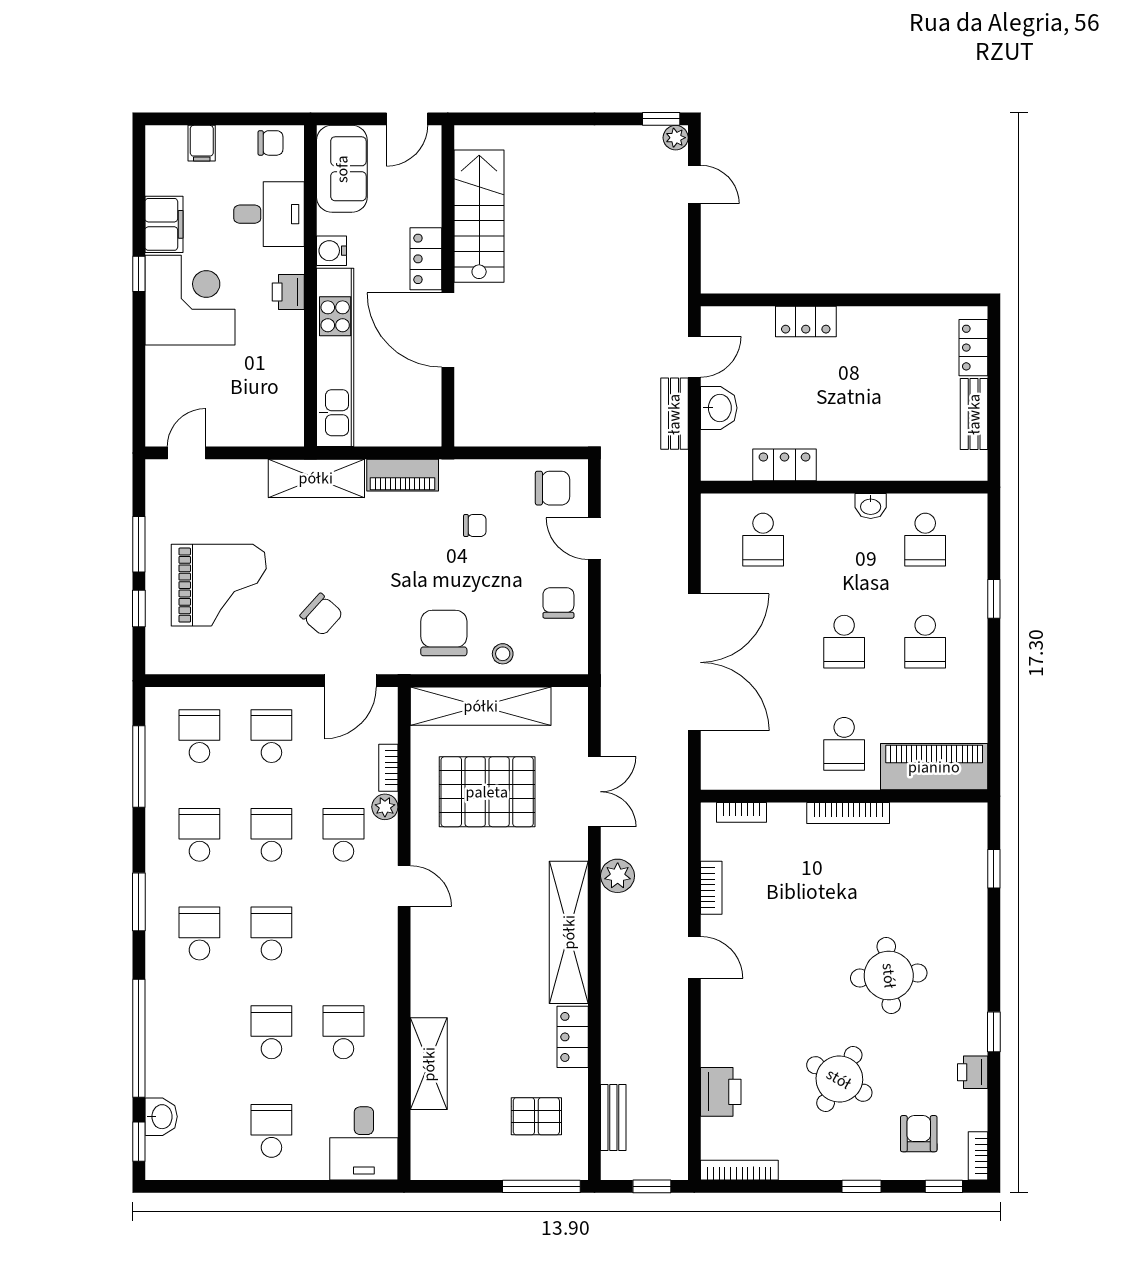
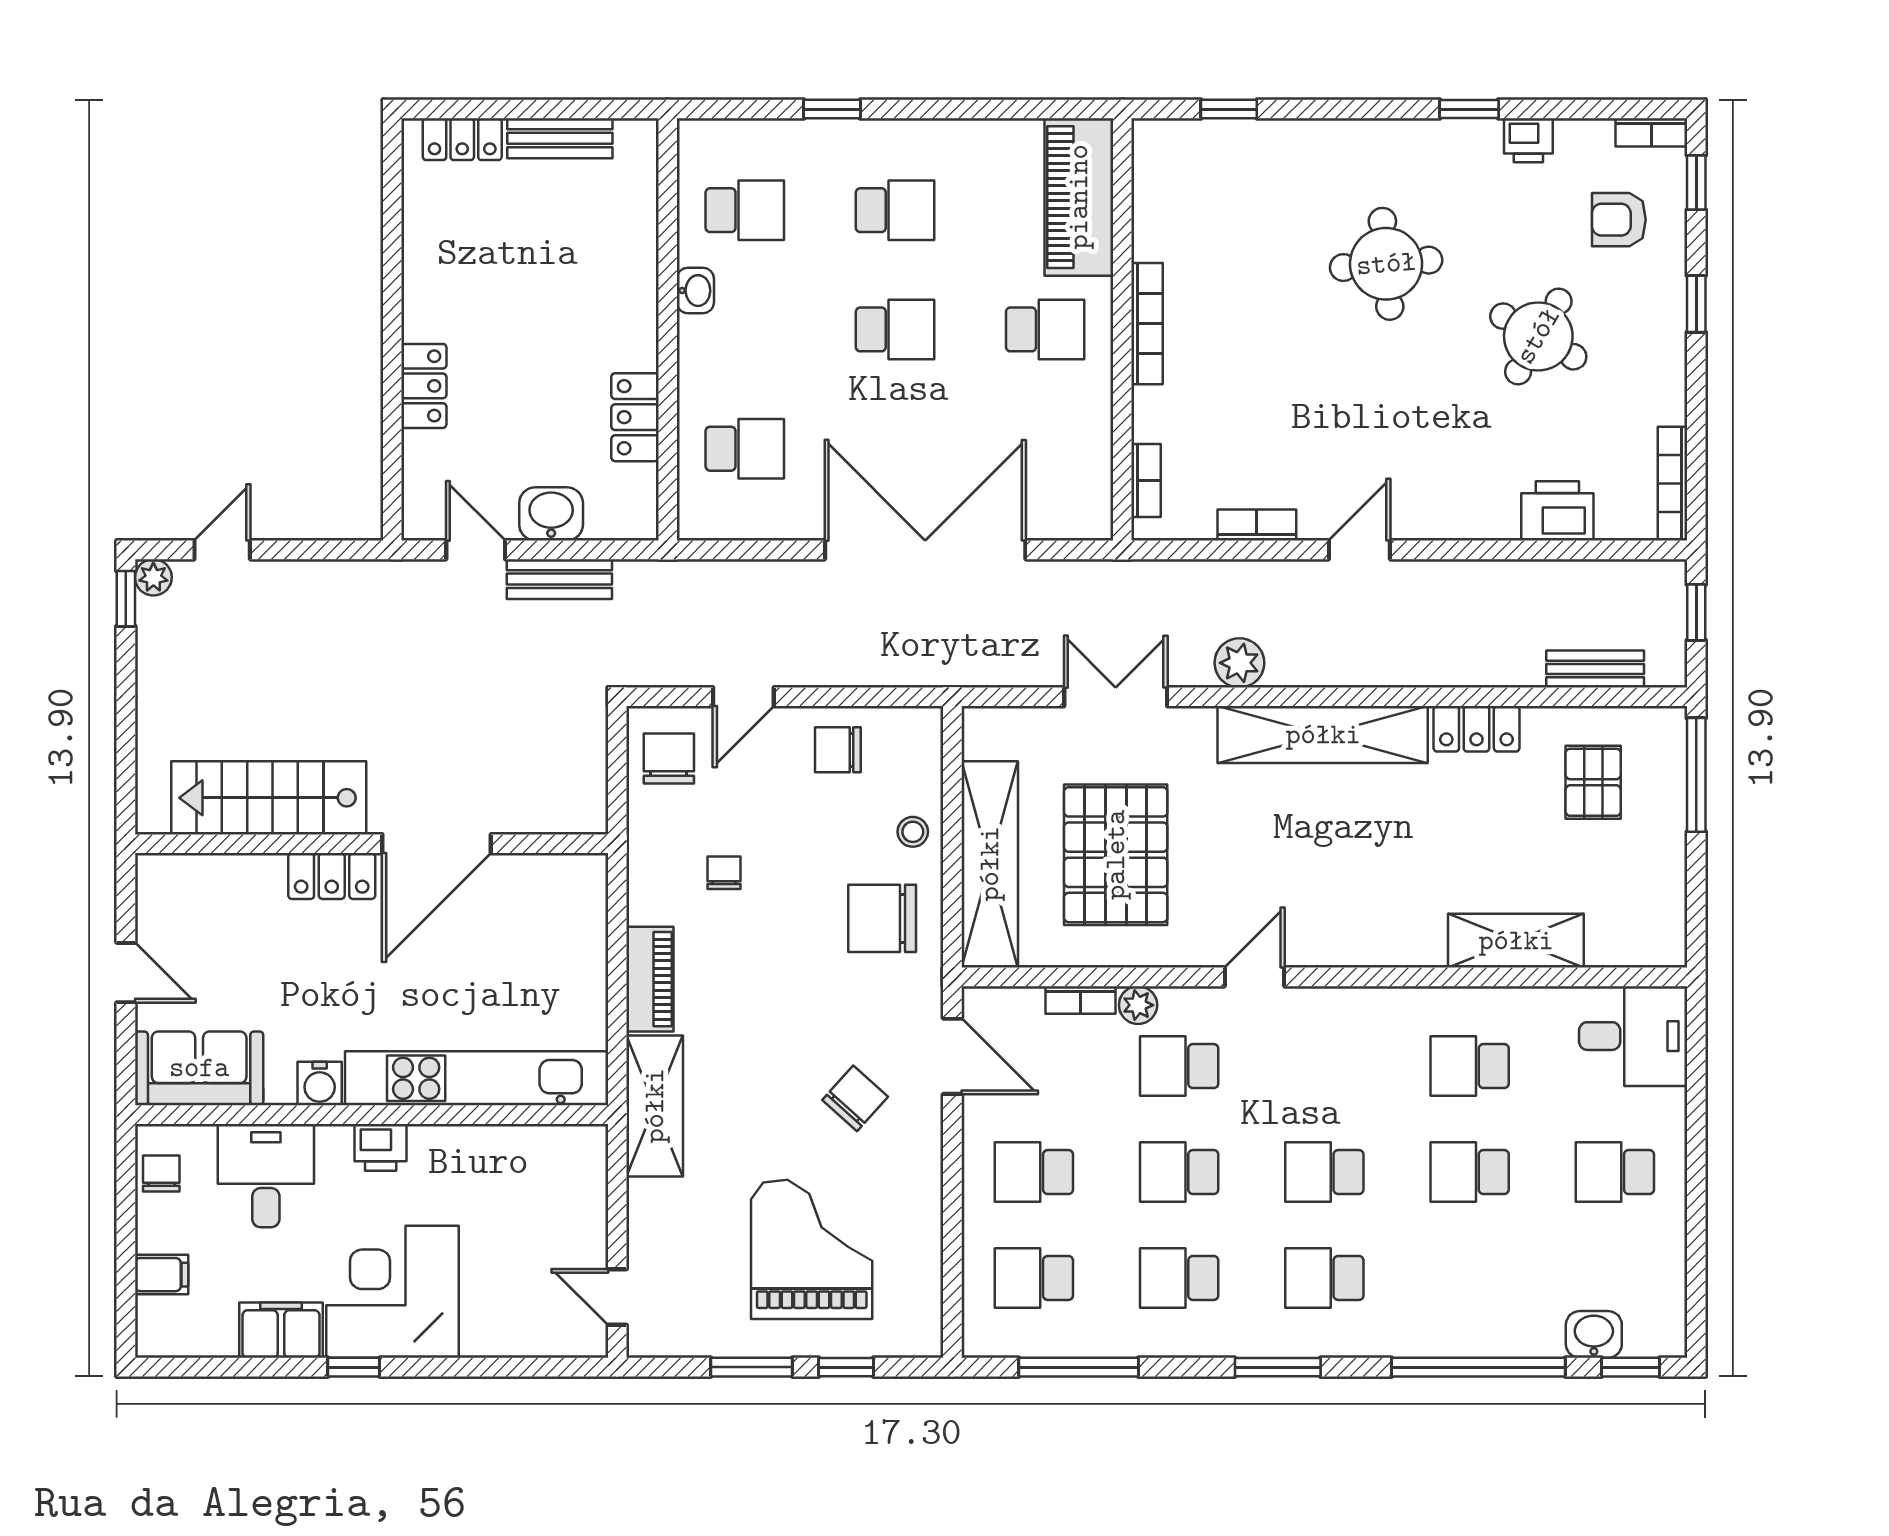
stairs: (479, 216) -> (269, 798), moved
locker: (426, 259) -> (332, 876), moved
wall: (448, 286) -> (372, 844), moved
door: (448, 330) -> (437, 844), moved

